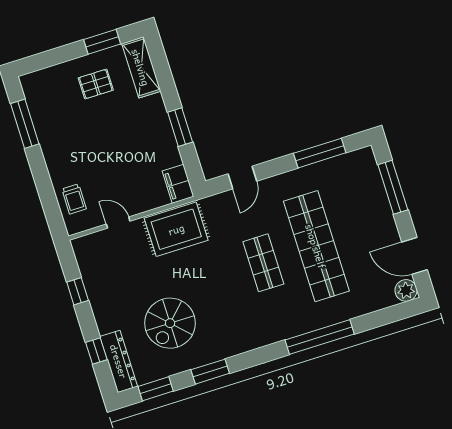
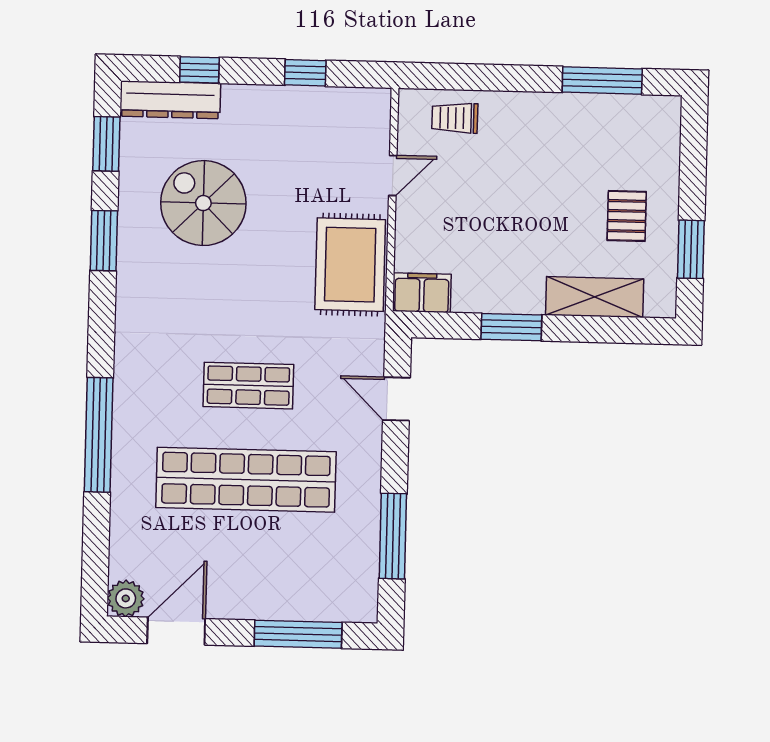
shelving: (141, 67) -> (595, 297), moved

